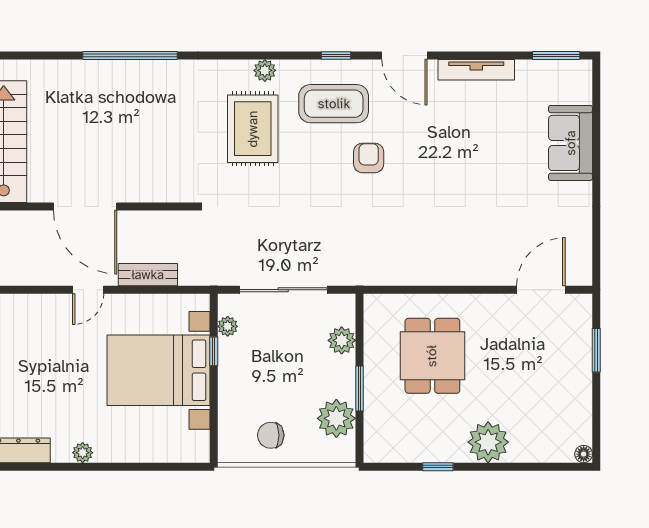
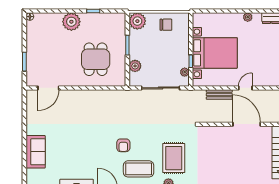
plant: (336, 418) -> (137, 21), moved

